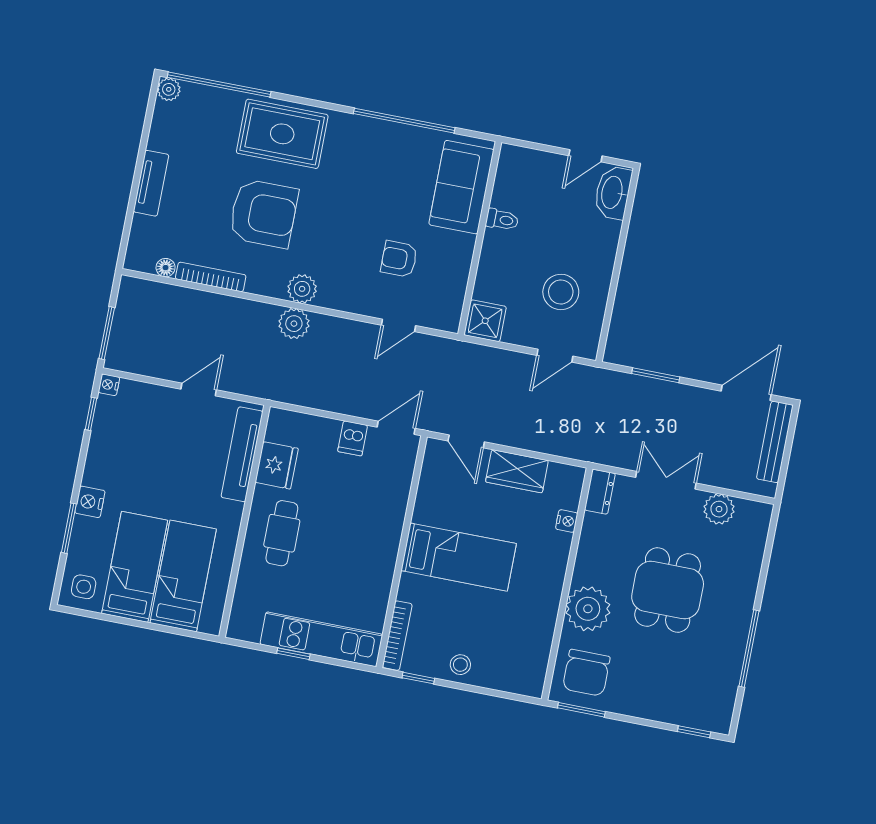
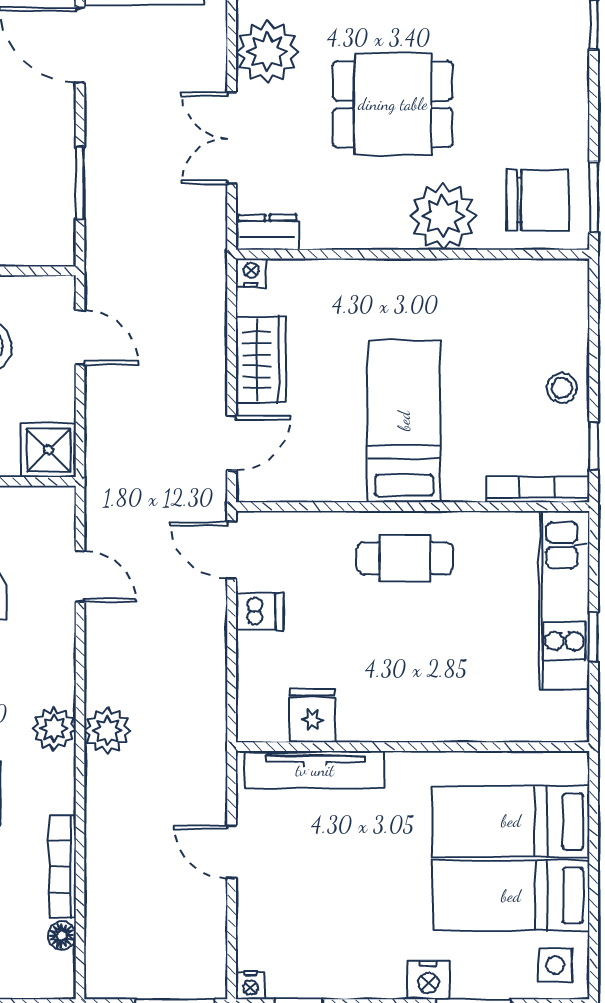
fridge: (277, 465) -> (312, 715), width x0.72
plant: (719, 509) -> (267, 52), width x1.36, depth x1.36
nightstand: (567, 521) -> (251, 273), moved
cafe table: (282, 533) -> (405, 558), moved

